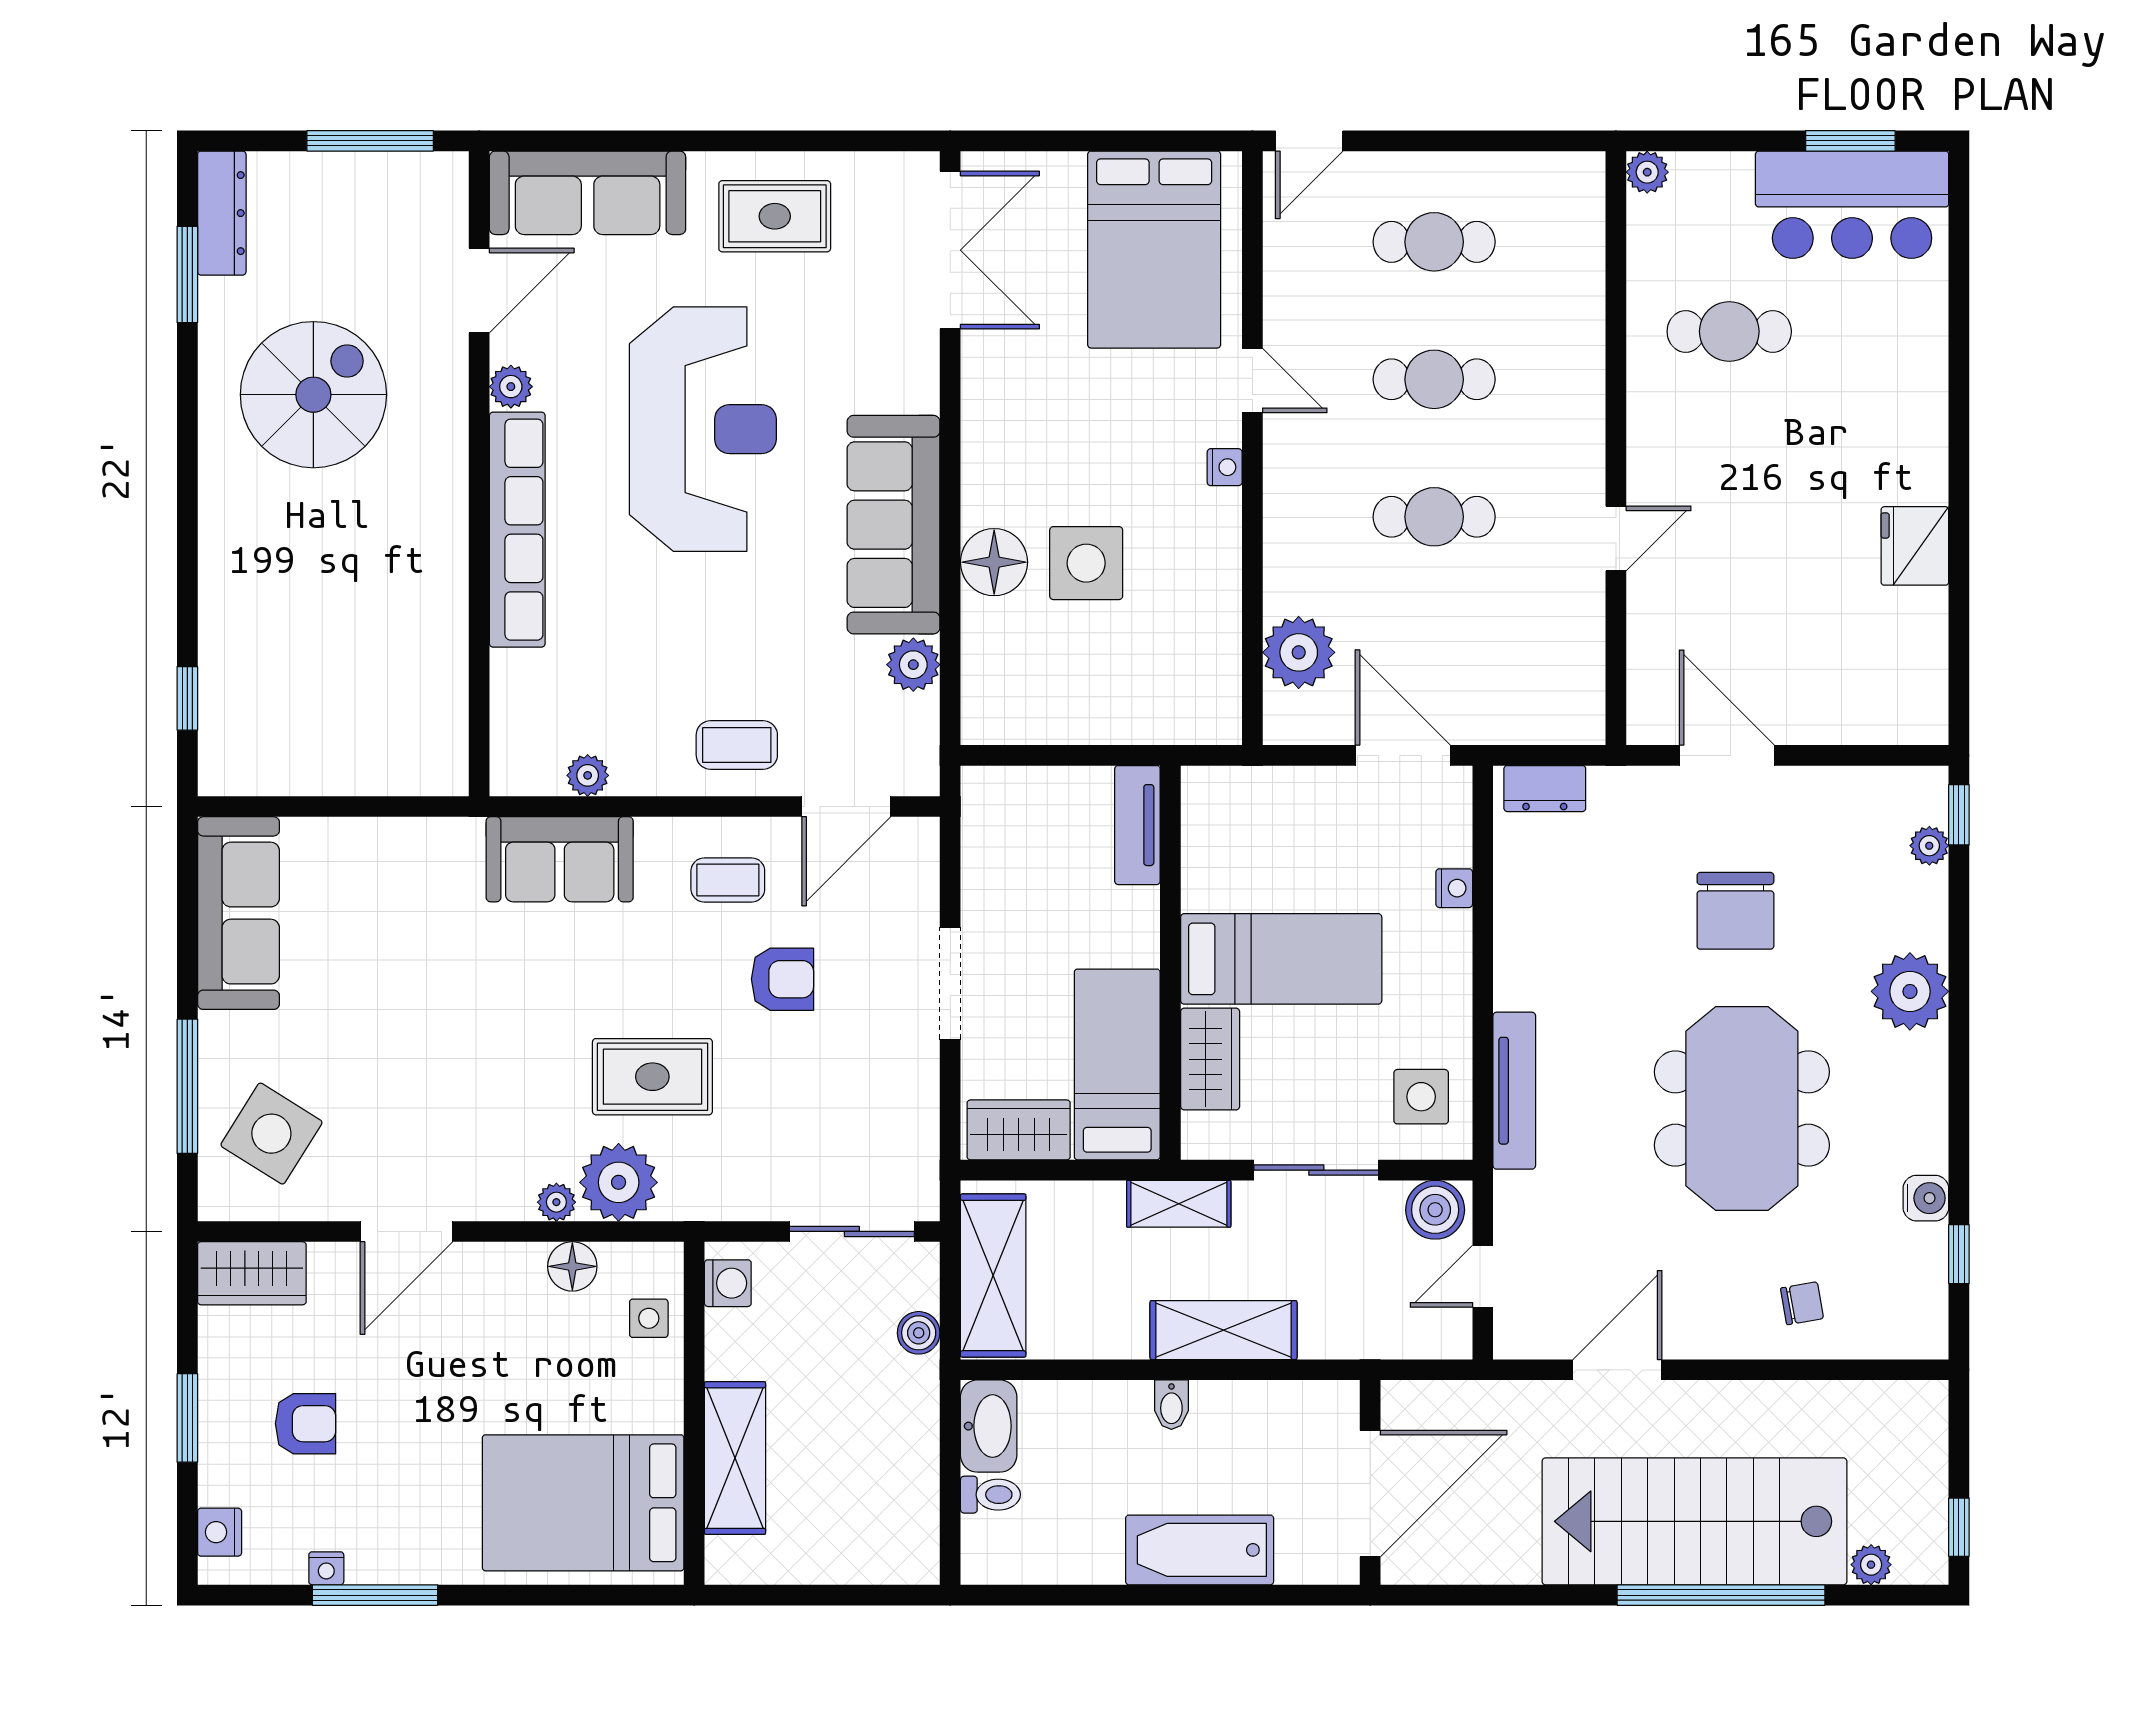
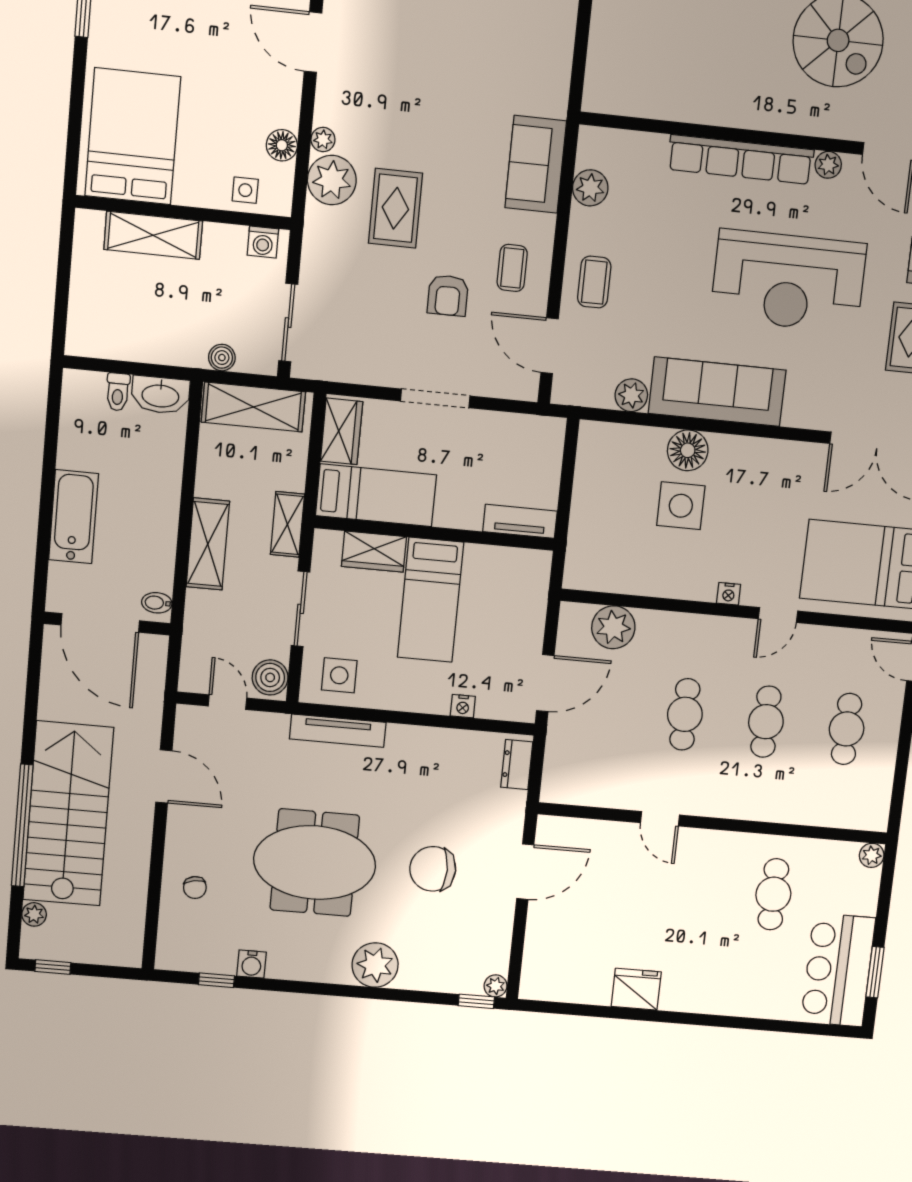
plant: (588, 775) -> (590, 188), width x1.38, depth x1.38
plant: (1929, 846) -> (496, 986), moved
bidet: (1171, 1405) -> (157, 603), moved

